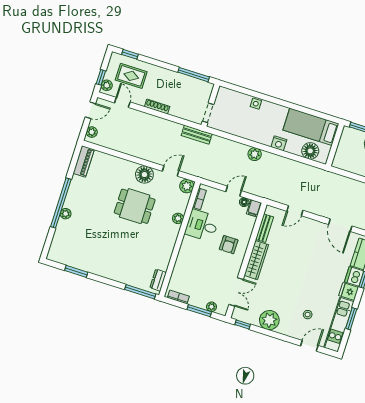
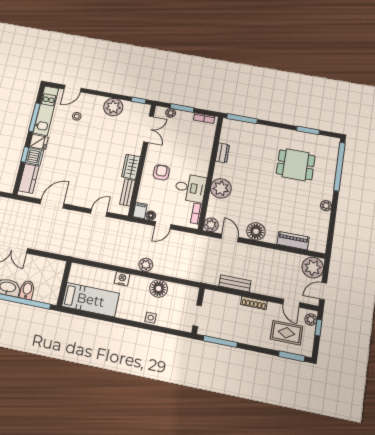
window: (130, 54) -> (292, 356), width x1.50
doorway: (208, 113) -> (197, 316), moved
plant: (92, 132) -> (313, 268), width x1.87, depth x1.87
bench: (197, 135) -> (235, 283), moved
floor lamp: (310, 151) -> (159, 288), moved
piano: (84, 161) -> (293, 241), moved, turned 90
door: (171, 171) -> (230, 238), swing flipped
window: (61, 203) -> (339, 167), moved
dining table: (135, 206) -> (296, 165), moved
plant: (66, 214) -> (326, 206), moved
plant: (178, 218) -> (221, 188), width x1.87, depth x1.87
door: (340, 225) -> (52, 204), hinge flipped
wardrobe: (256, 260) -> (131, 167), width x0.67
dresser: (158, 280) -> (222, 153), moved
double door: (236, 292) -> (149, 129), swing flipped
window: (351, 319) -> (34, 117), width x1.44

